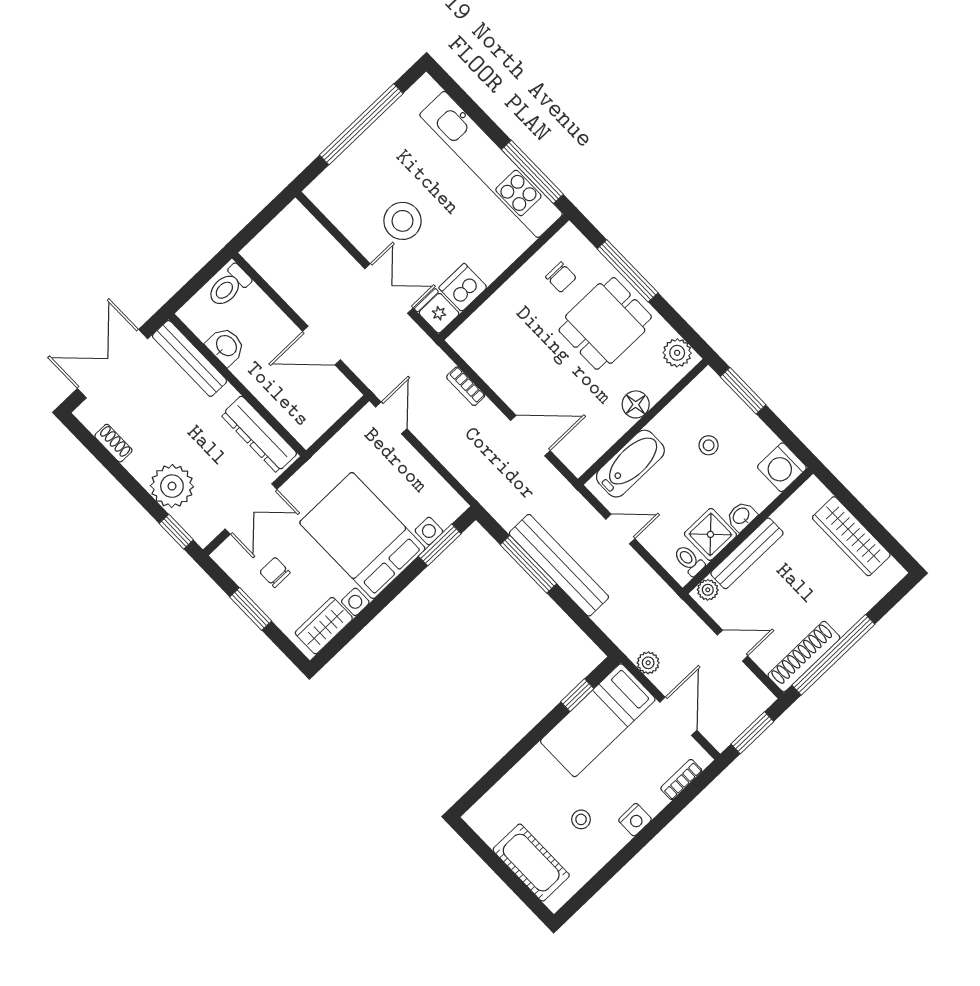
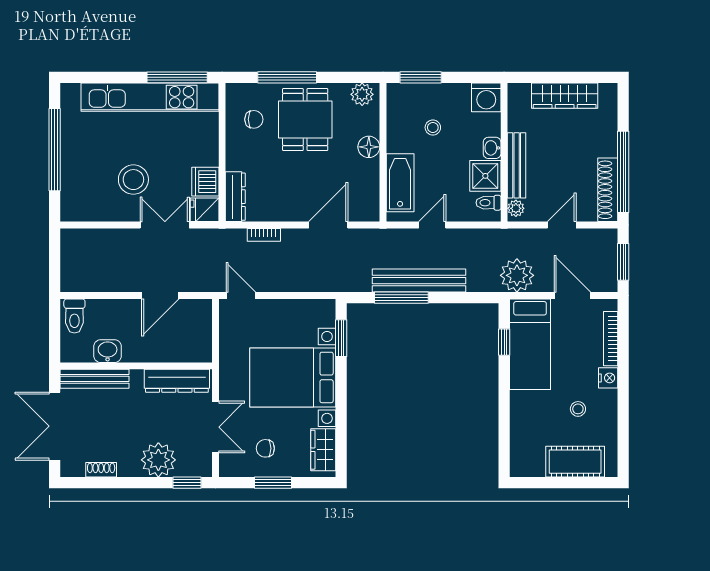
dresser: (475, 327) -> (235, 197), added
plant: (648, 663) -> (517, 275), width x1.87, depth x1.87
bookcase: (681, 779) -> (611, 339), width x1.56

